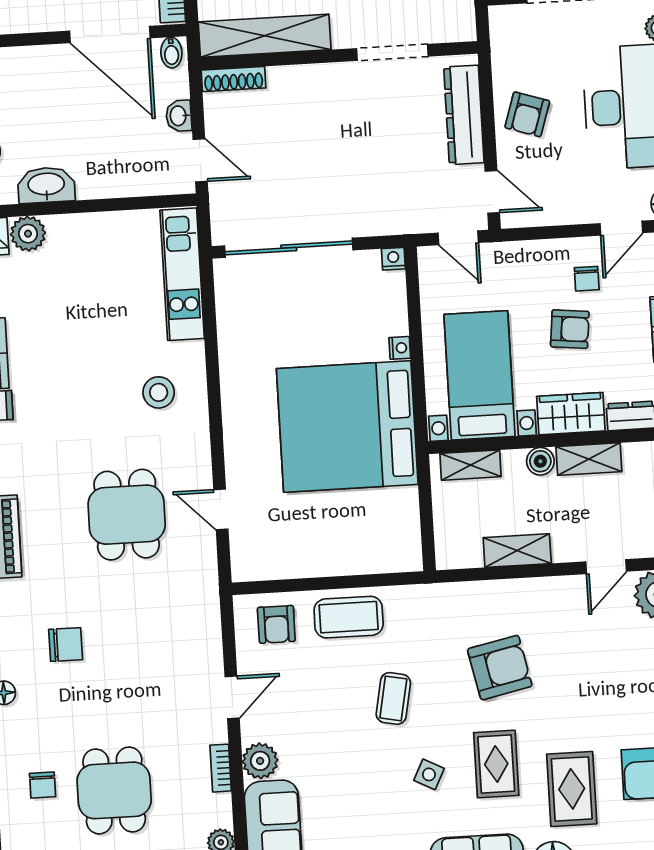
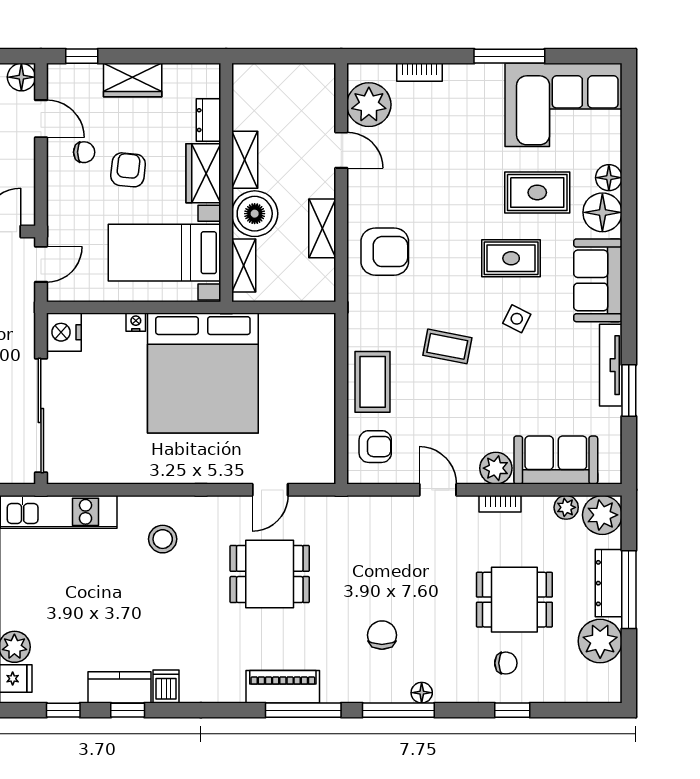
nightstand: (393, 259) -> (64, 332), width x1.89, depth x1.79
boiler: (540, 461) -> (255, 214), width x1.86, depth x1.86
armchair: (500, 668) -> (385, 252), moved, turned 102

